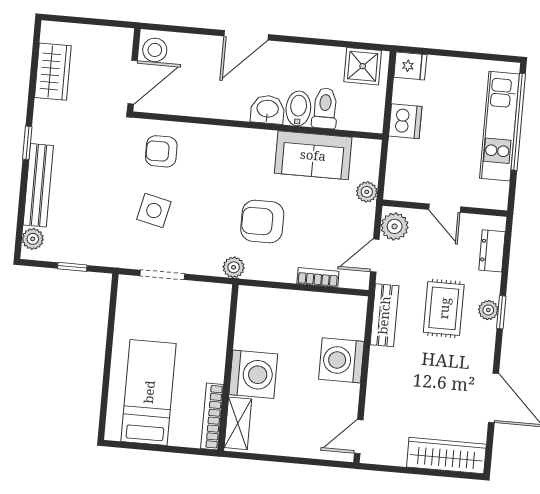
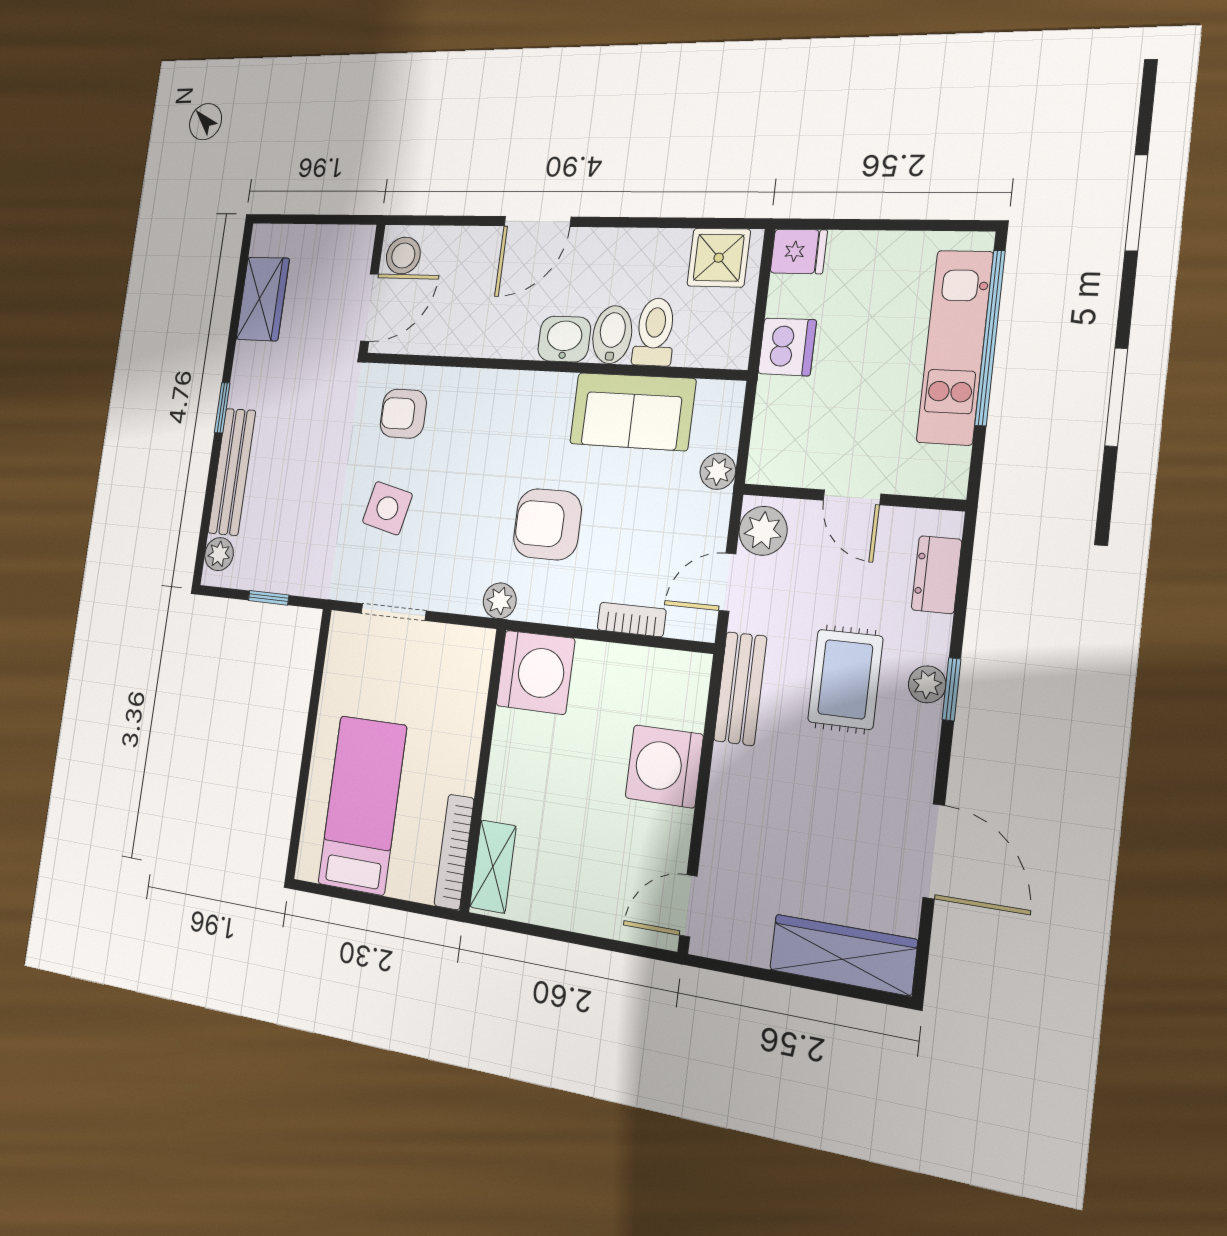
washing machine: (253, 374) -> (535, 672), moved

